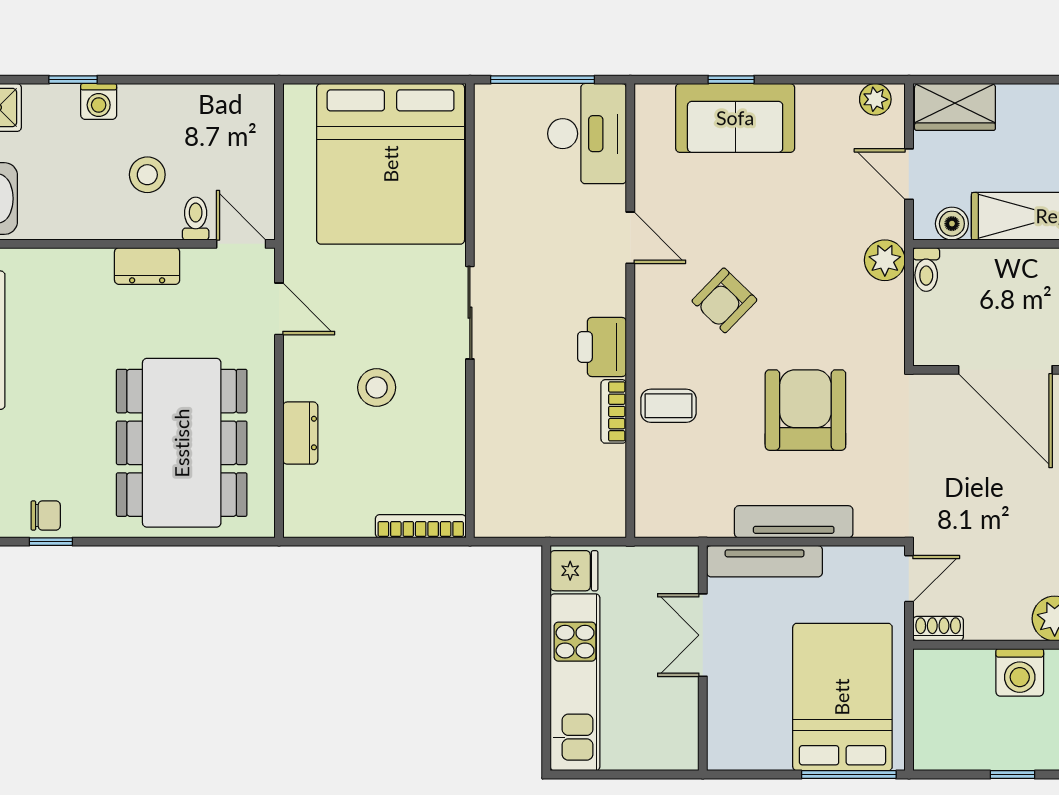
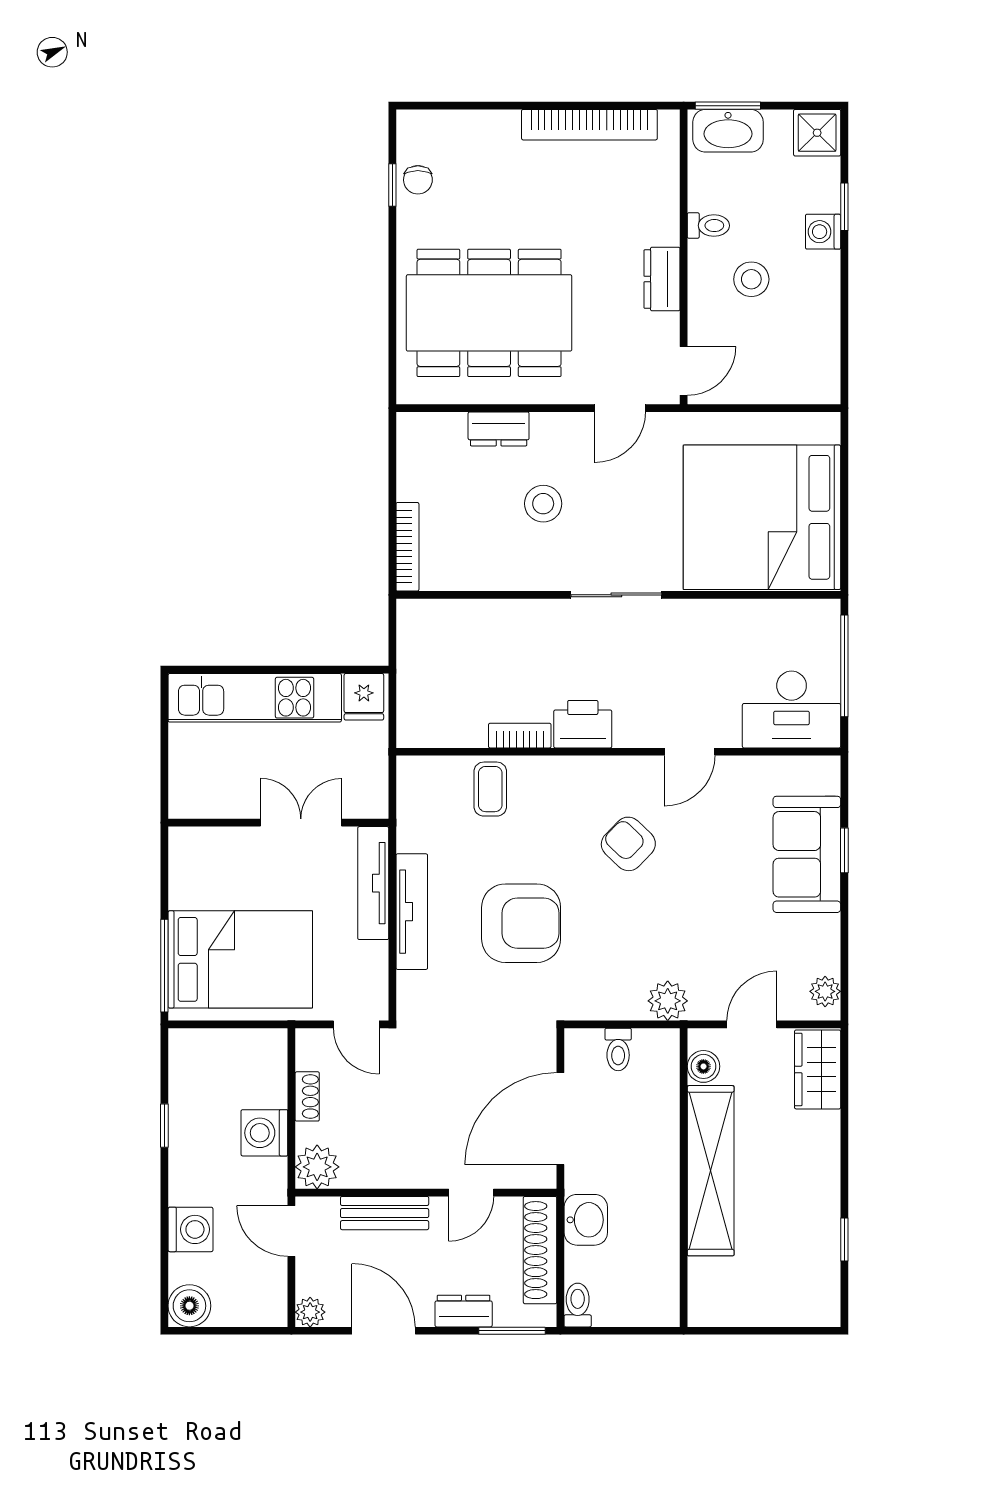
toilet: (196, 219) -> (708, 226), moved
toilet: (926, 269) -> (618, 1050), moved, turned -90
coffee table: (668, 406) -> (490, 789), moved
shoe rack: (938, 629) -> (307, 1096), moved

